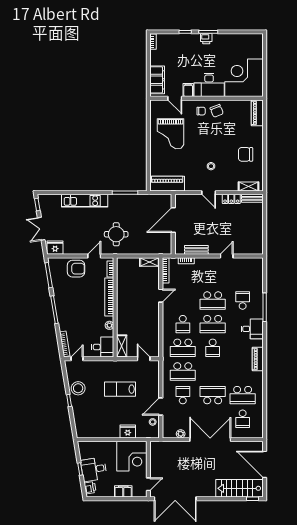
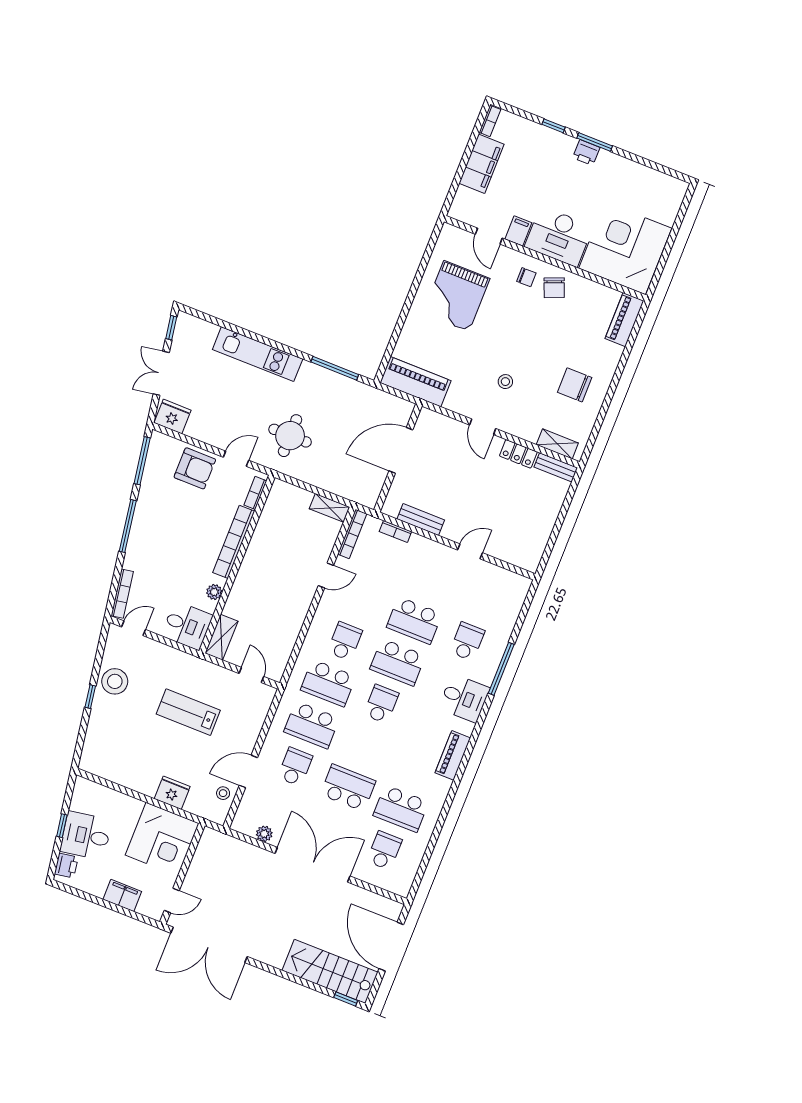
filing cabinet: (157, 80) -> (481, 164), moved
school desk: (183, 324) -> (345, 641), turned 180
school desk: (213, 348) -> (381, 704), turned 180
school desk: (243, 419) -> (384, 850), turned 180

